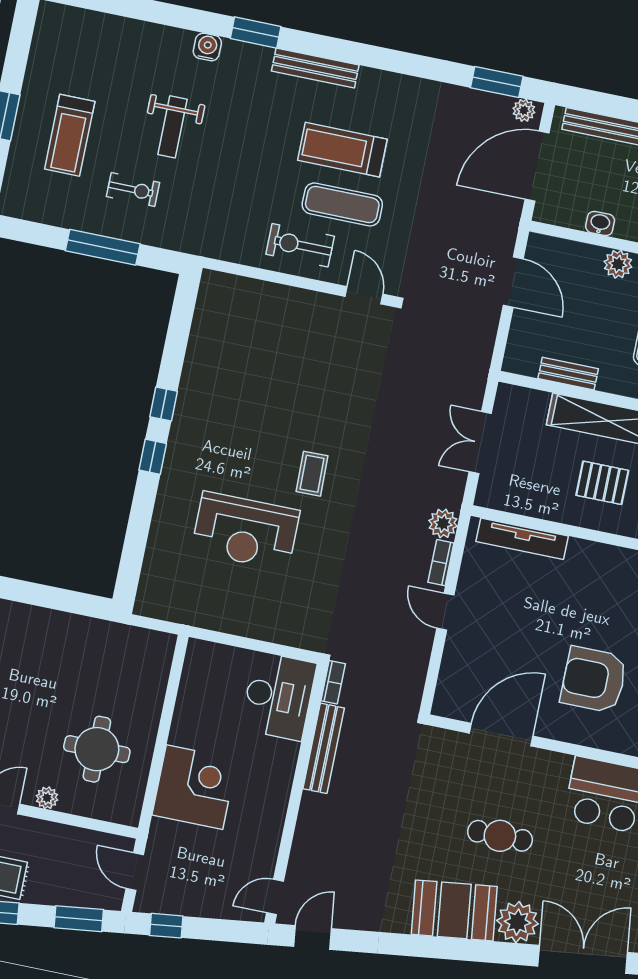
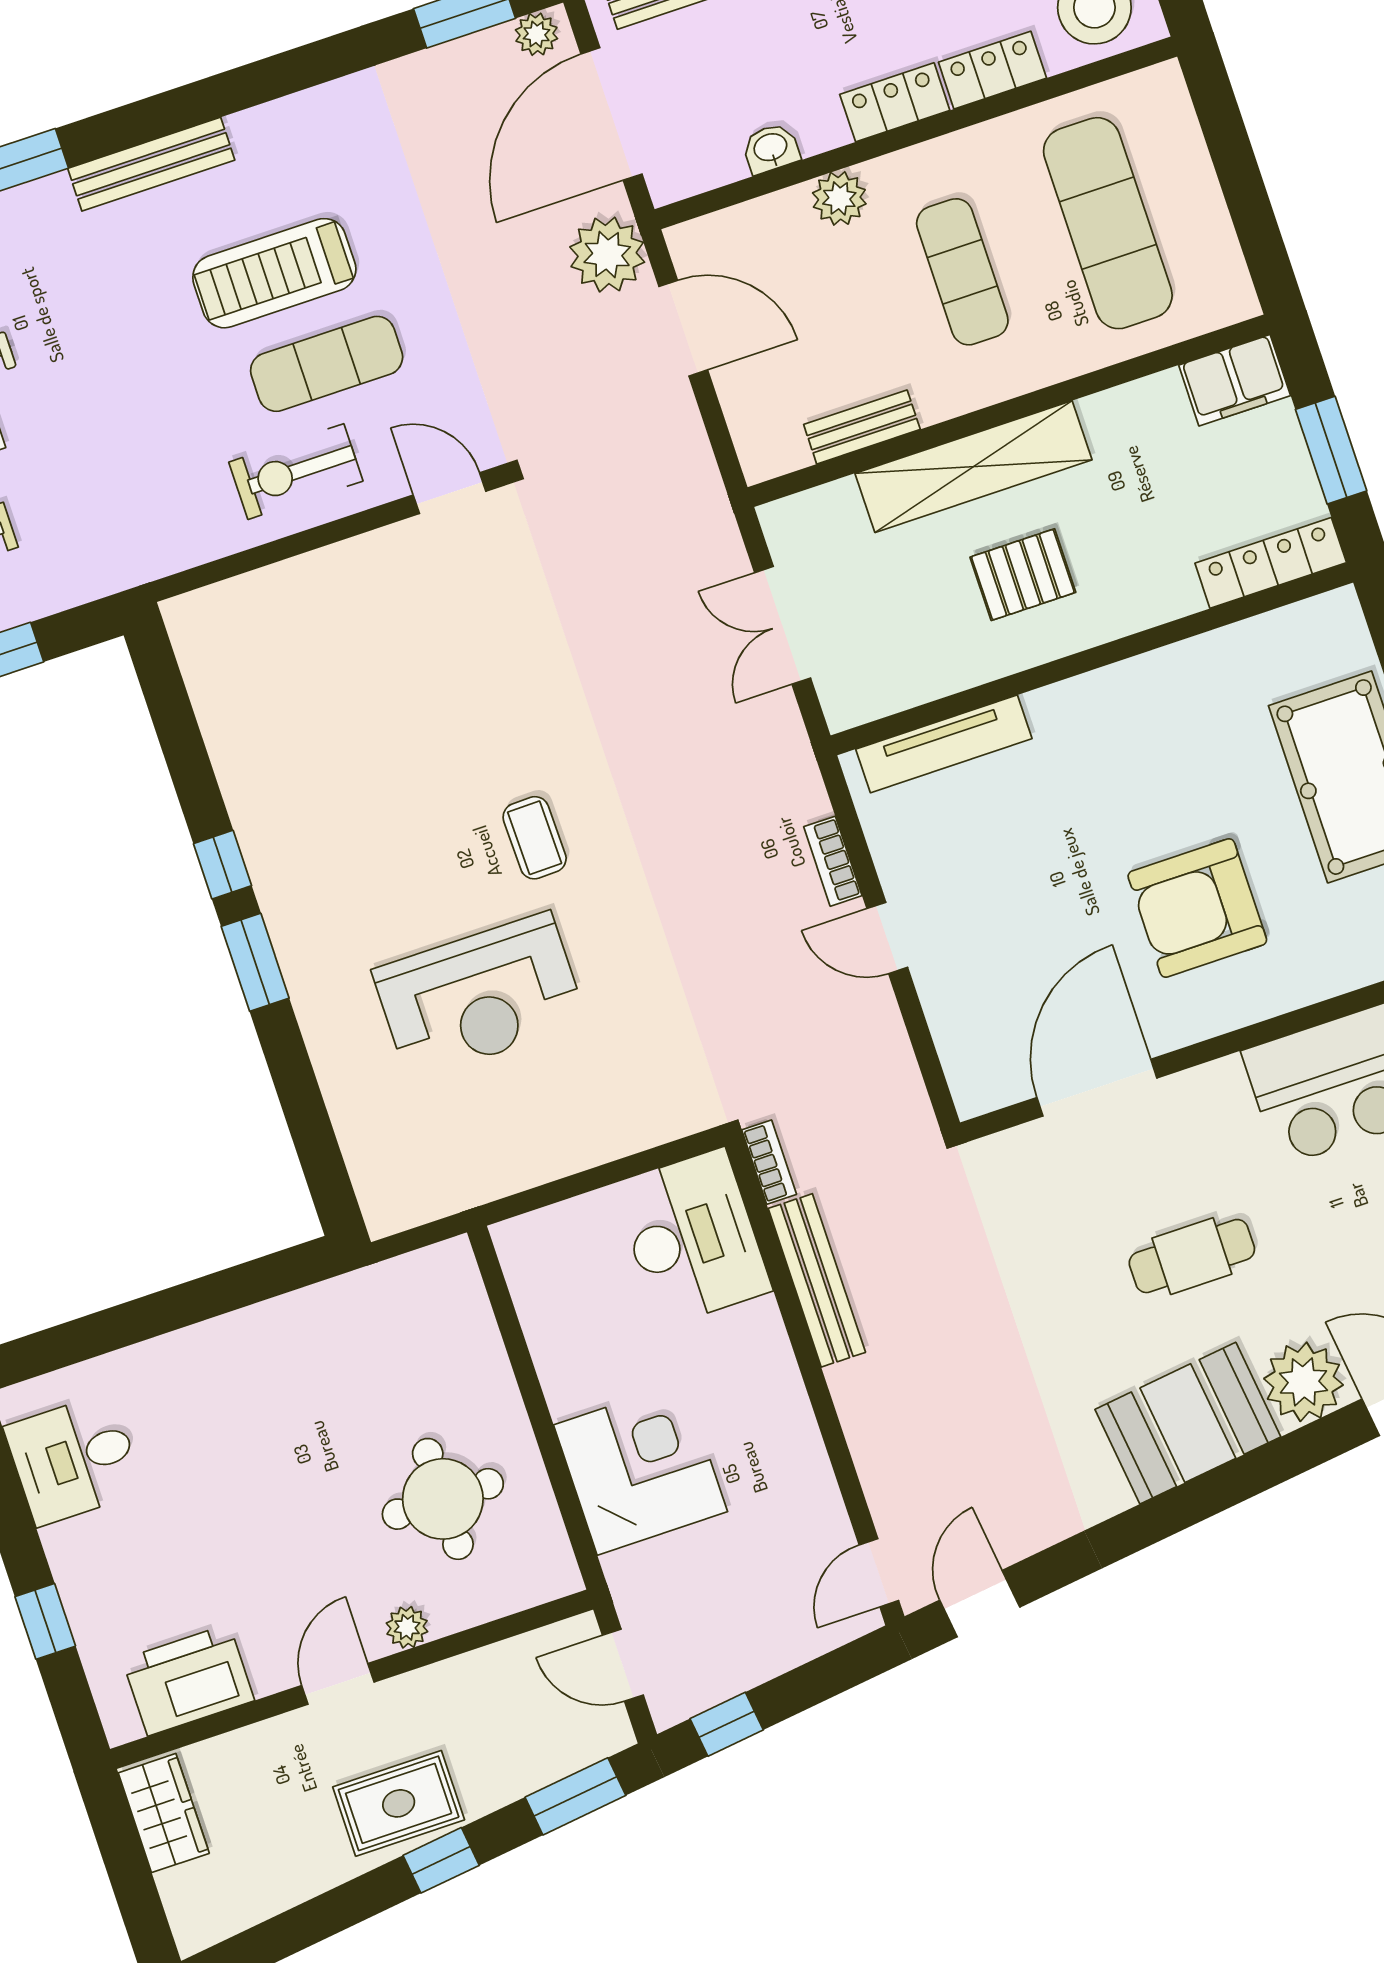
window: (153, 457) -> (255, 962), width x1.50
plant: (443, 523) -> (607, 255), moved, width x1.36, depth x1.36

